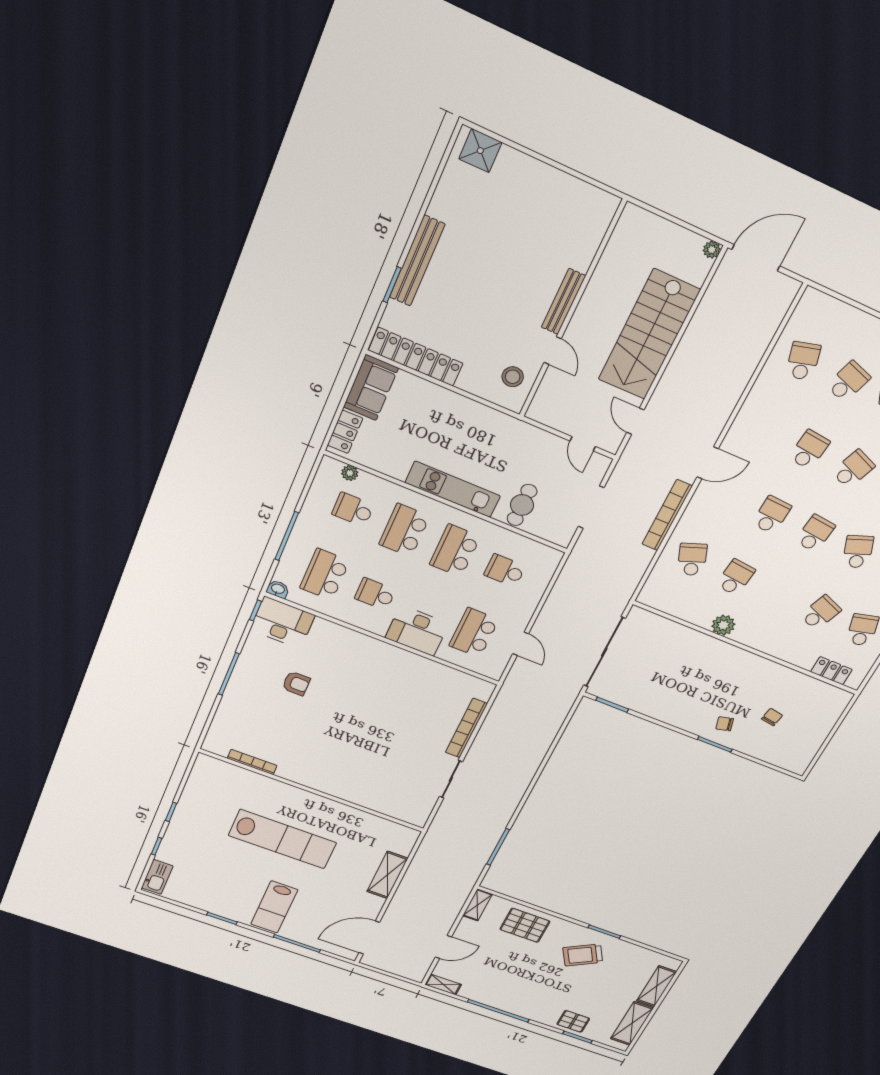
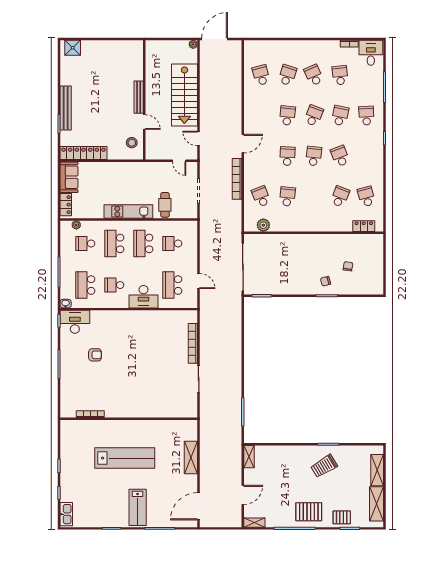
plant: (723, 625) -> (263, 225), moved
pallet: (525, 925) -> (309, 512), moved

